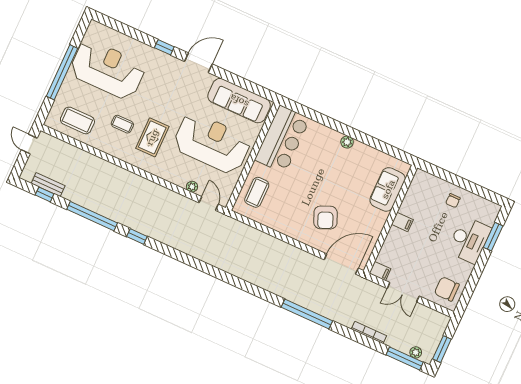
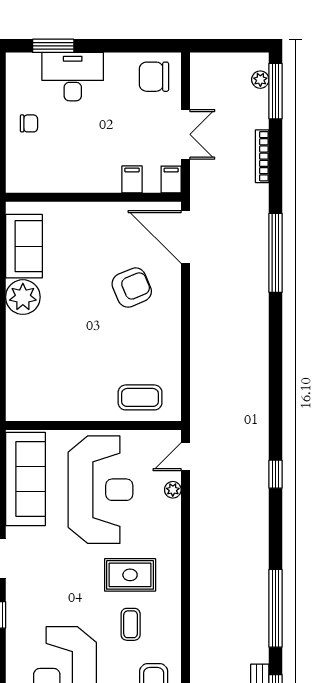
bar counter: (282, 139) -> (51, 396), removed
plant: (347, 142) -> (23, 297), width x1.87, depth x1.87
reception desk: (212, 143) -> (101, 490), turned 180
sofa: (388, 189) -> (24, 246), moved, turned -90
filing cabinet: (402, 222) -> (132, 179), moved
window: (137, 237) -> (276, 474), moved
chair: (447, 289) -> (154, 77), turned 90
window: (442, 349) -> (239, 46), removed

